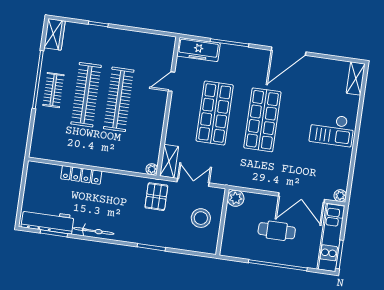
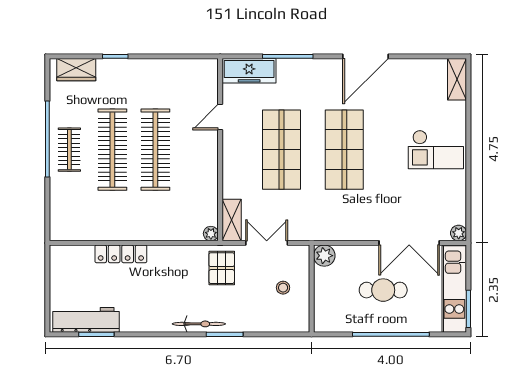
wardrobe: (55, 34) -> (76, 70), moved, turned 90
stool: (201, 218) -> (283, 288), width x0.53, depth x0.53
bicycle: (94, 231) -> (199, 324), moved

